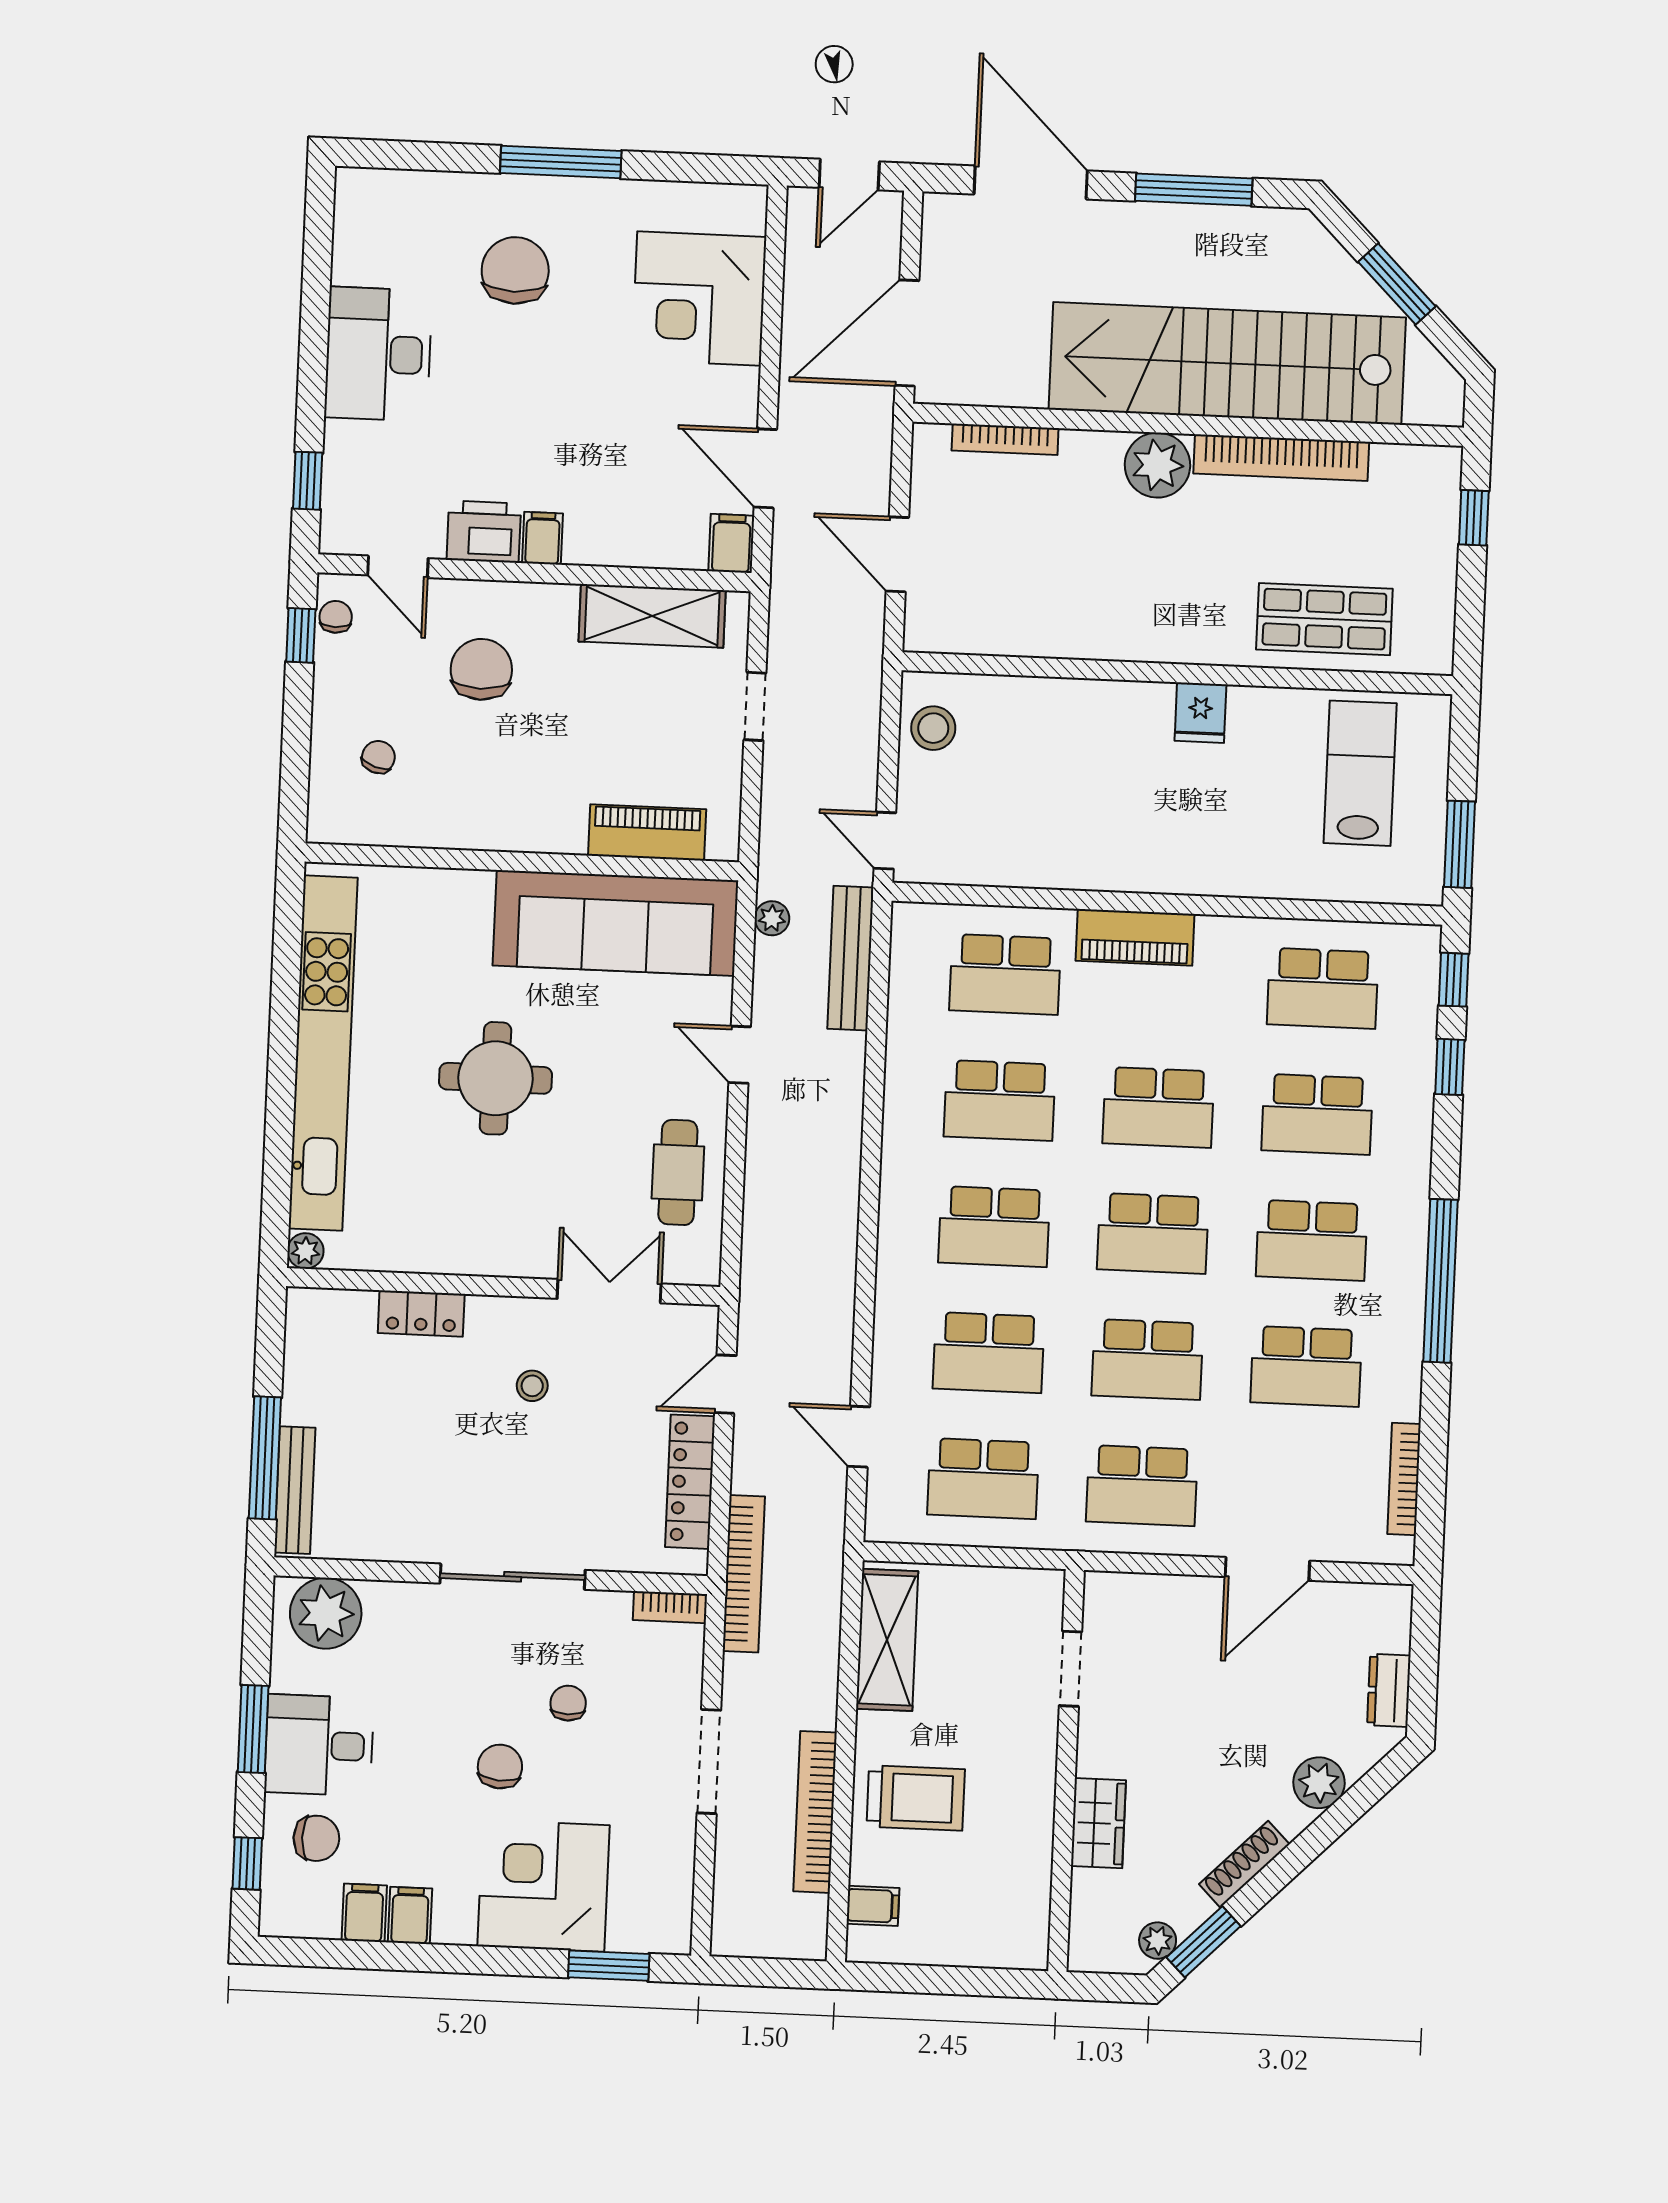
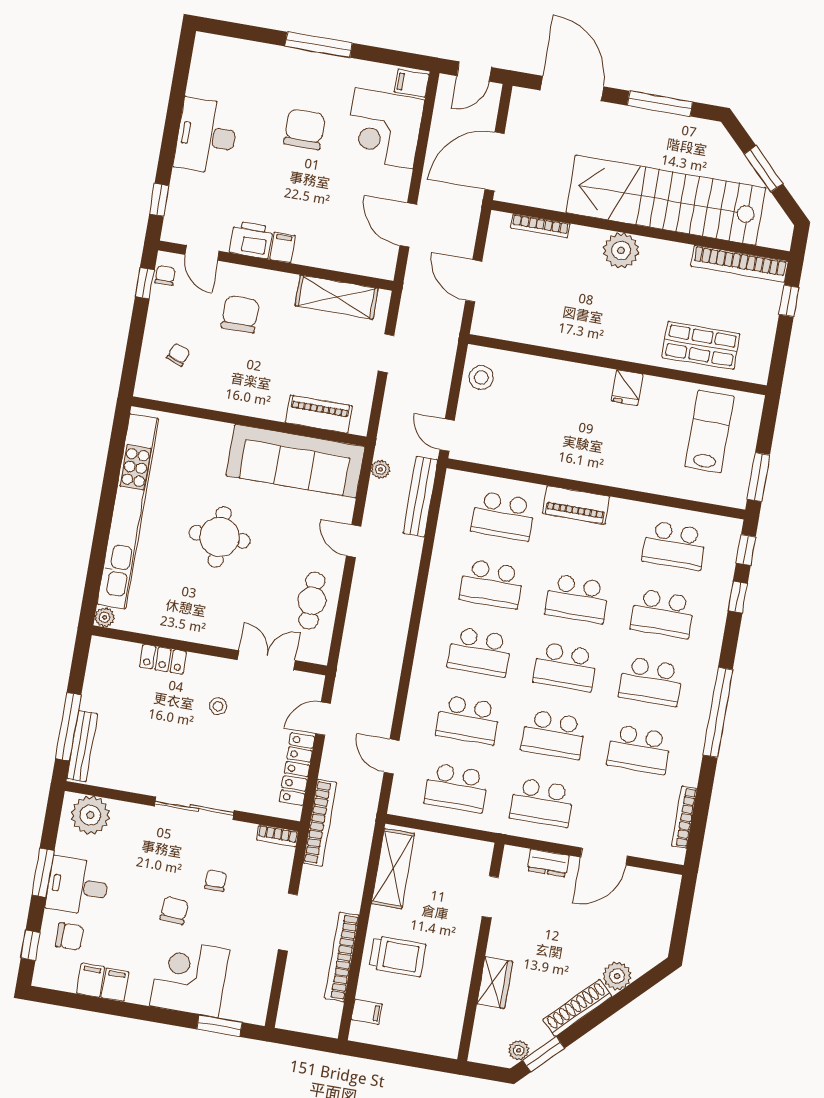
chair: (515, 270) -> (304, 129), moved
bookcase: (1281, 458) -> (739, 264), moved
filing cabinet: (731, 543) -> (412, 83), moved, turned -90
dresser: (1389, 1690) -> (548, 863), moved, turned -90
shoe rack: (1244, 1864) -> (577, 1008), width x1.36, depth x1.24

